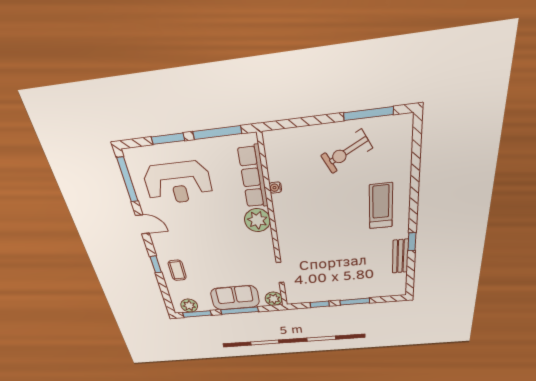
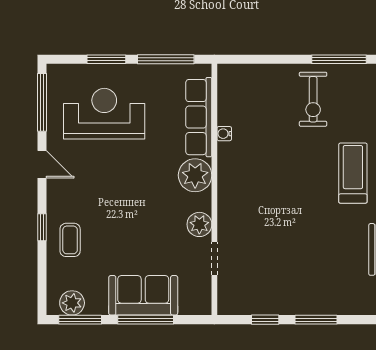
exercise bike: (347, 152) -> (313, 99), turned -62
reception desk: (178, 183) -> (104, 114), turned 180
plant: (274, 299) -> (199, 224), moved

